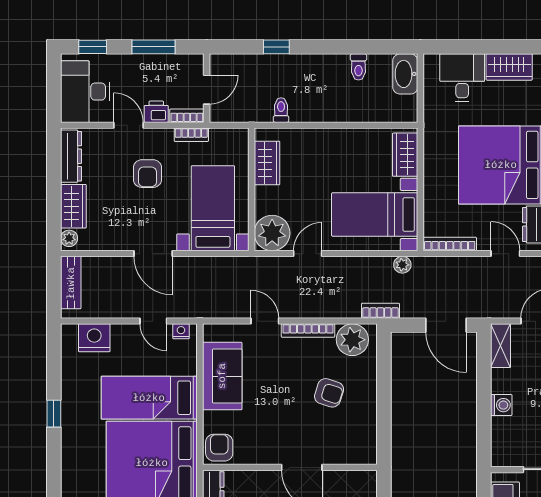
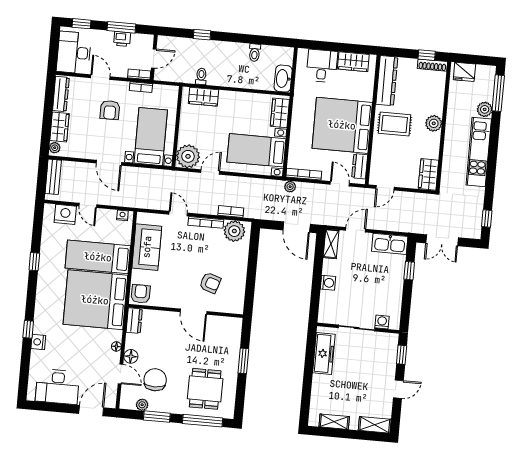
washbasin: (405, 74) -> (283, 79), moved
printer: (156, 112) -> (122, 39), moved, turned 180
wardrobe: (267, 163) -> (203, 97), moved, turned 90
plant: (402, 265) -> (290, 187), moved
bookcase: (380, 311) -> (231, 212), moved
door: (153, 321) -> (88, 205), moved
armchair: (329, 393) -> (210, 283), moved

